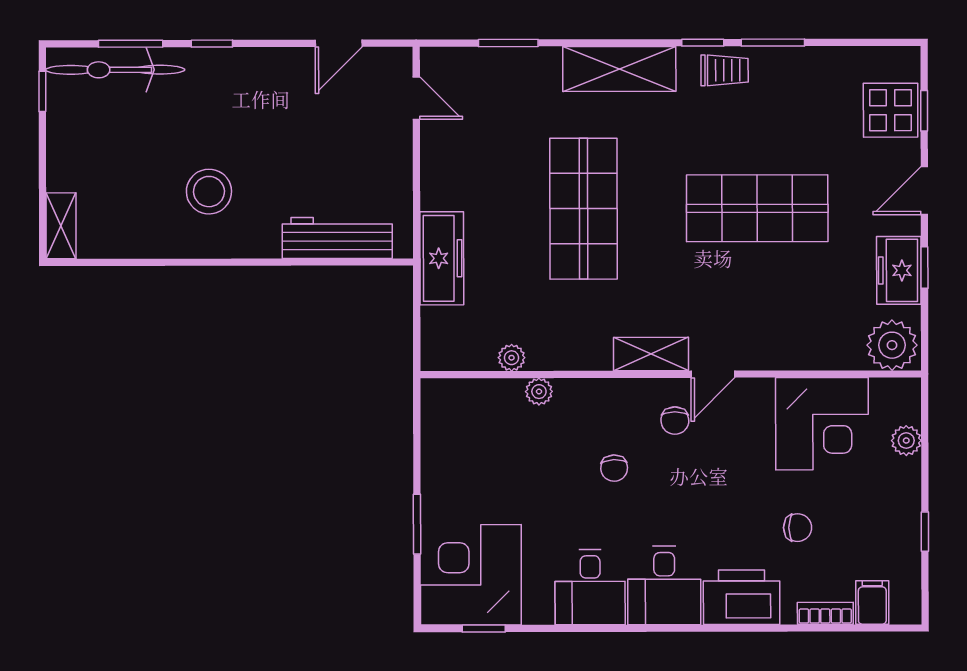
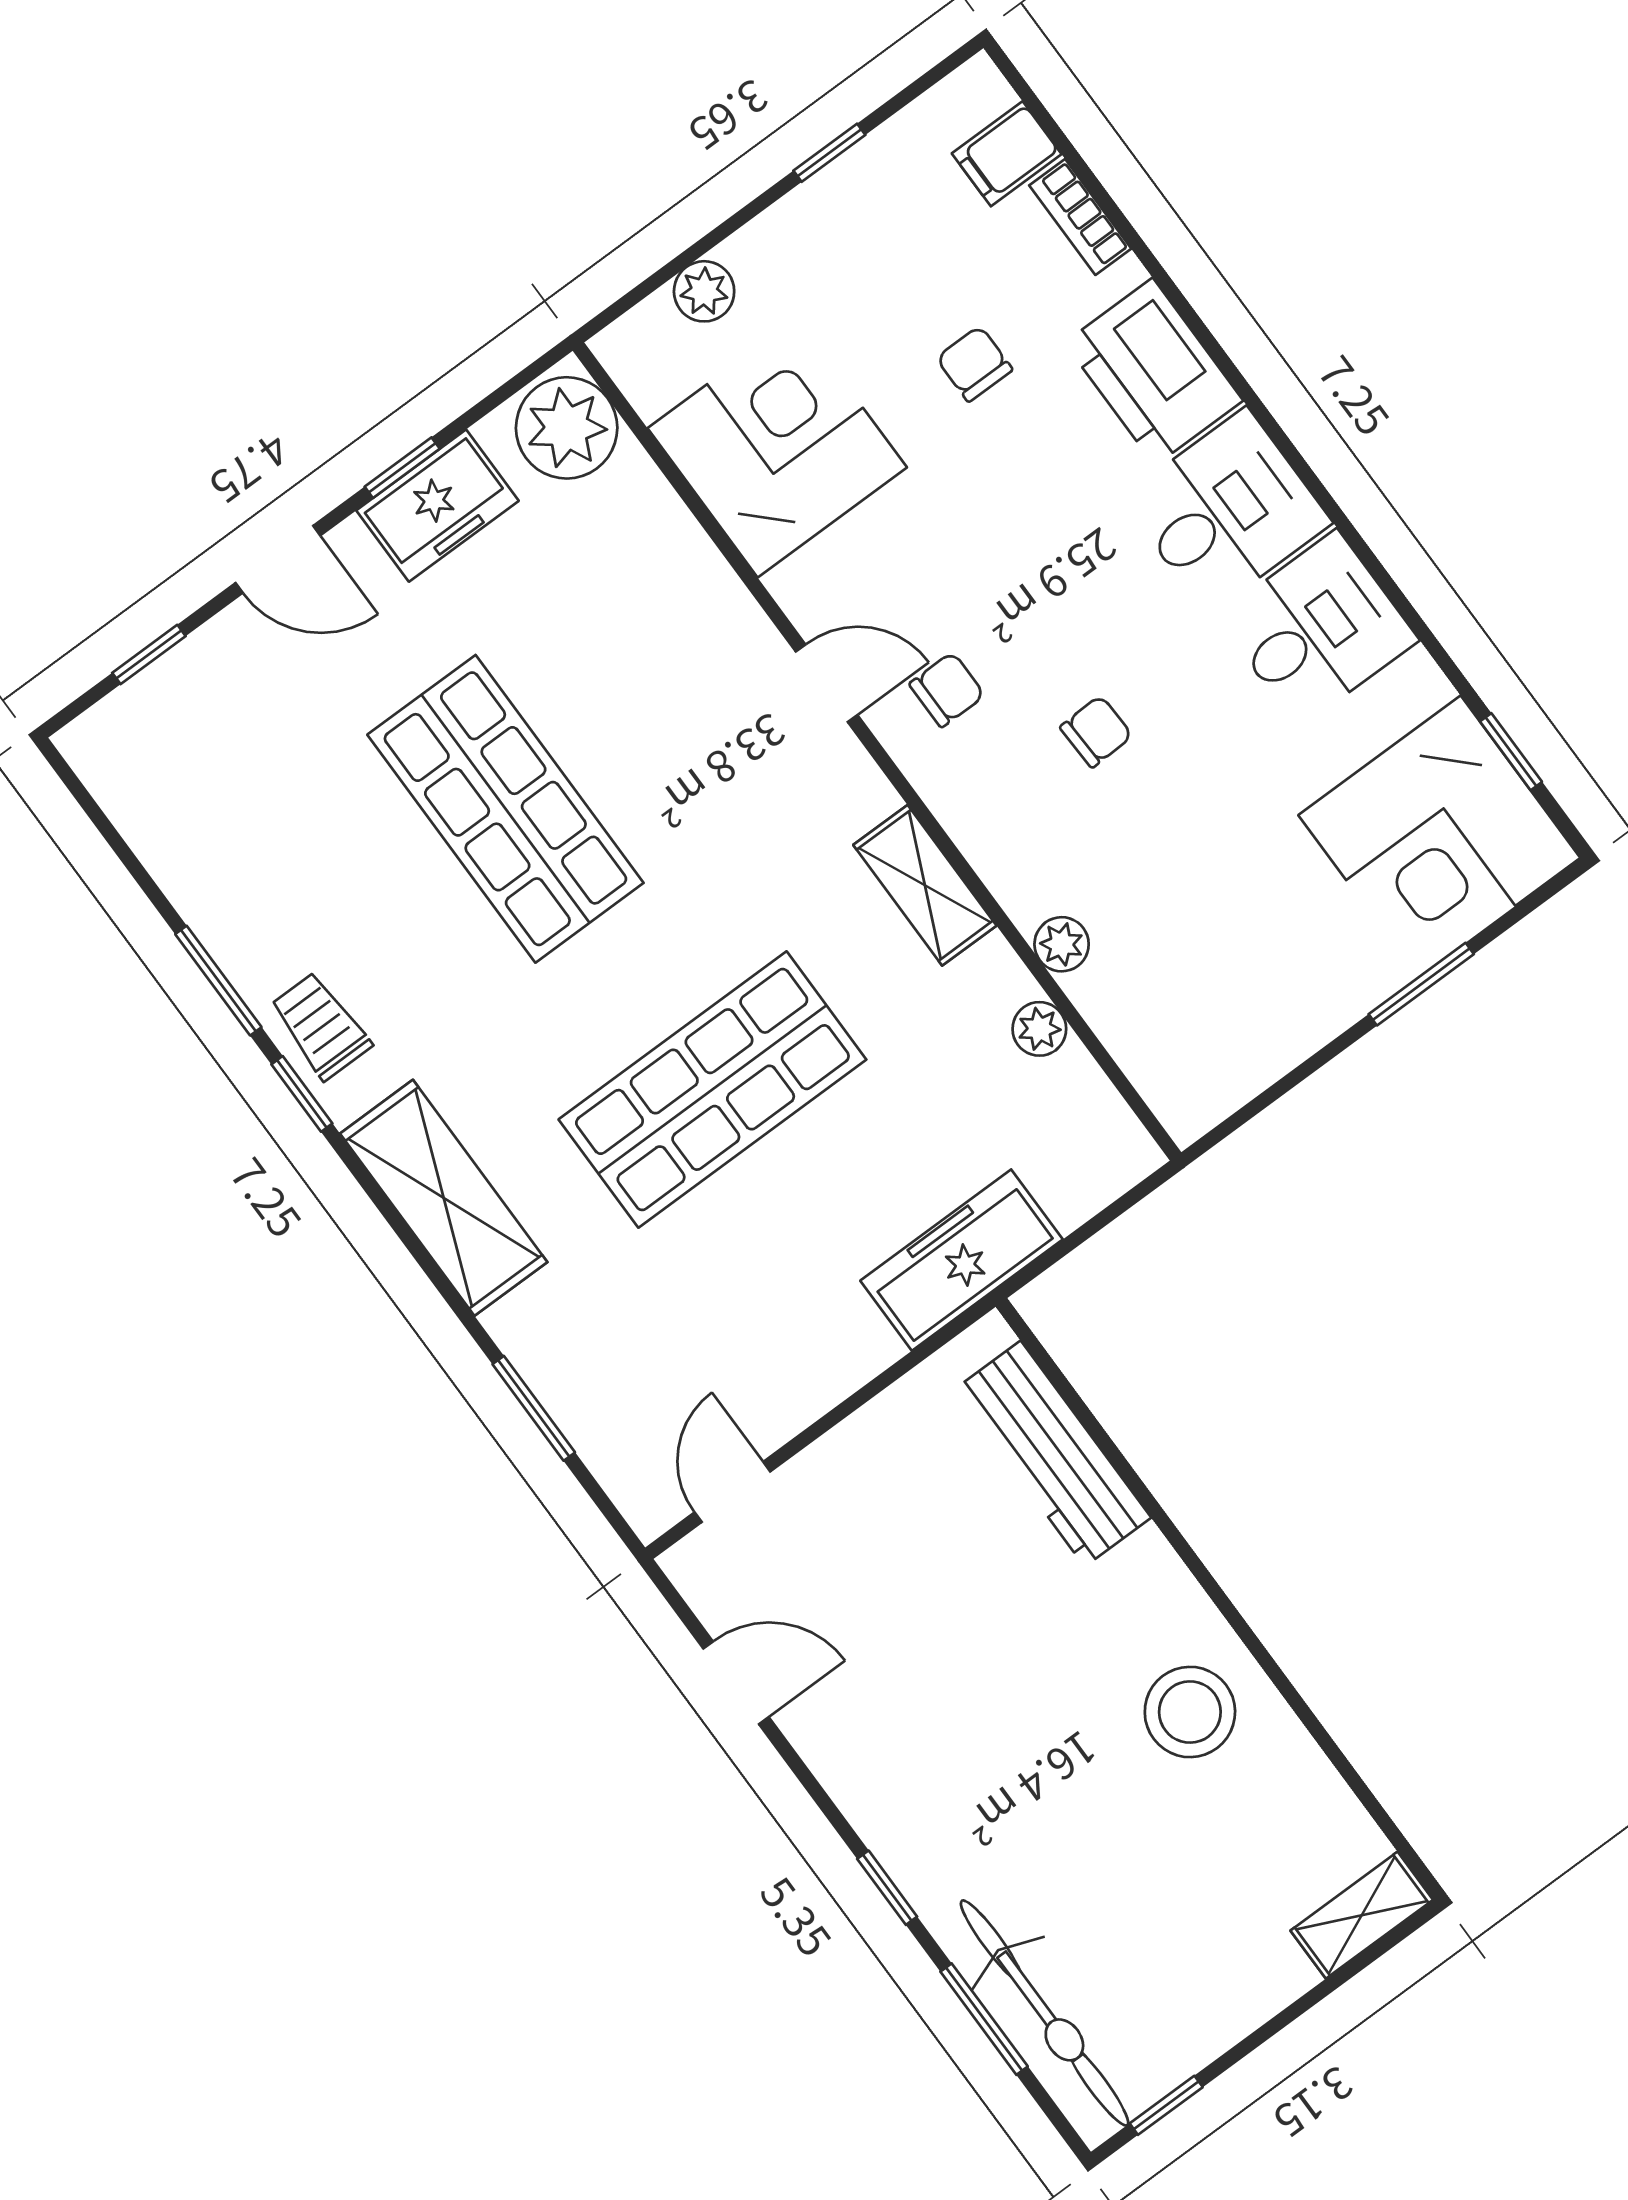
display table: (891, 110) -> (188, 710), removed
stool: (209, 192) -> (1190, 1712), moved
shelving: (651, 354) -> (925, 885), moved

